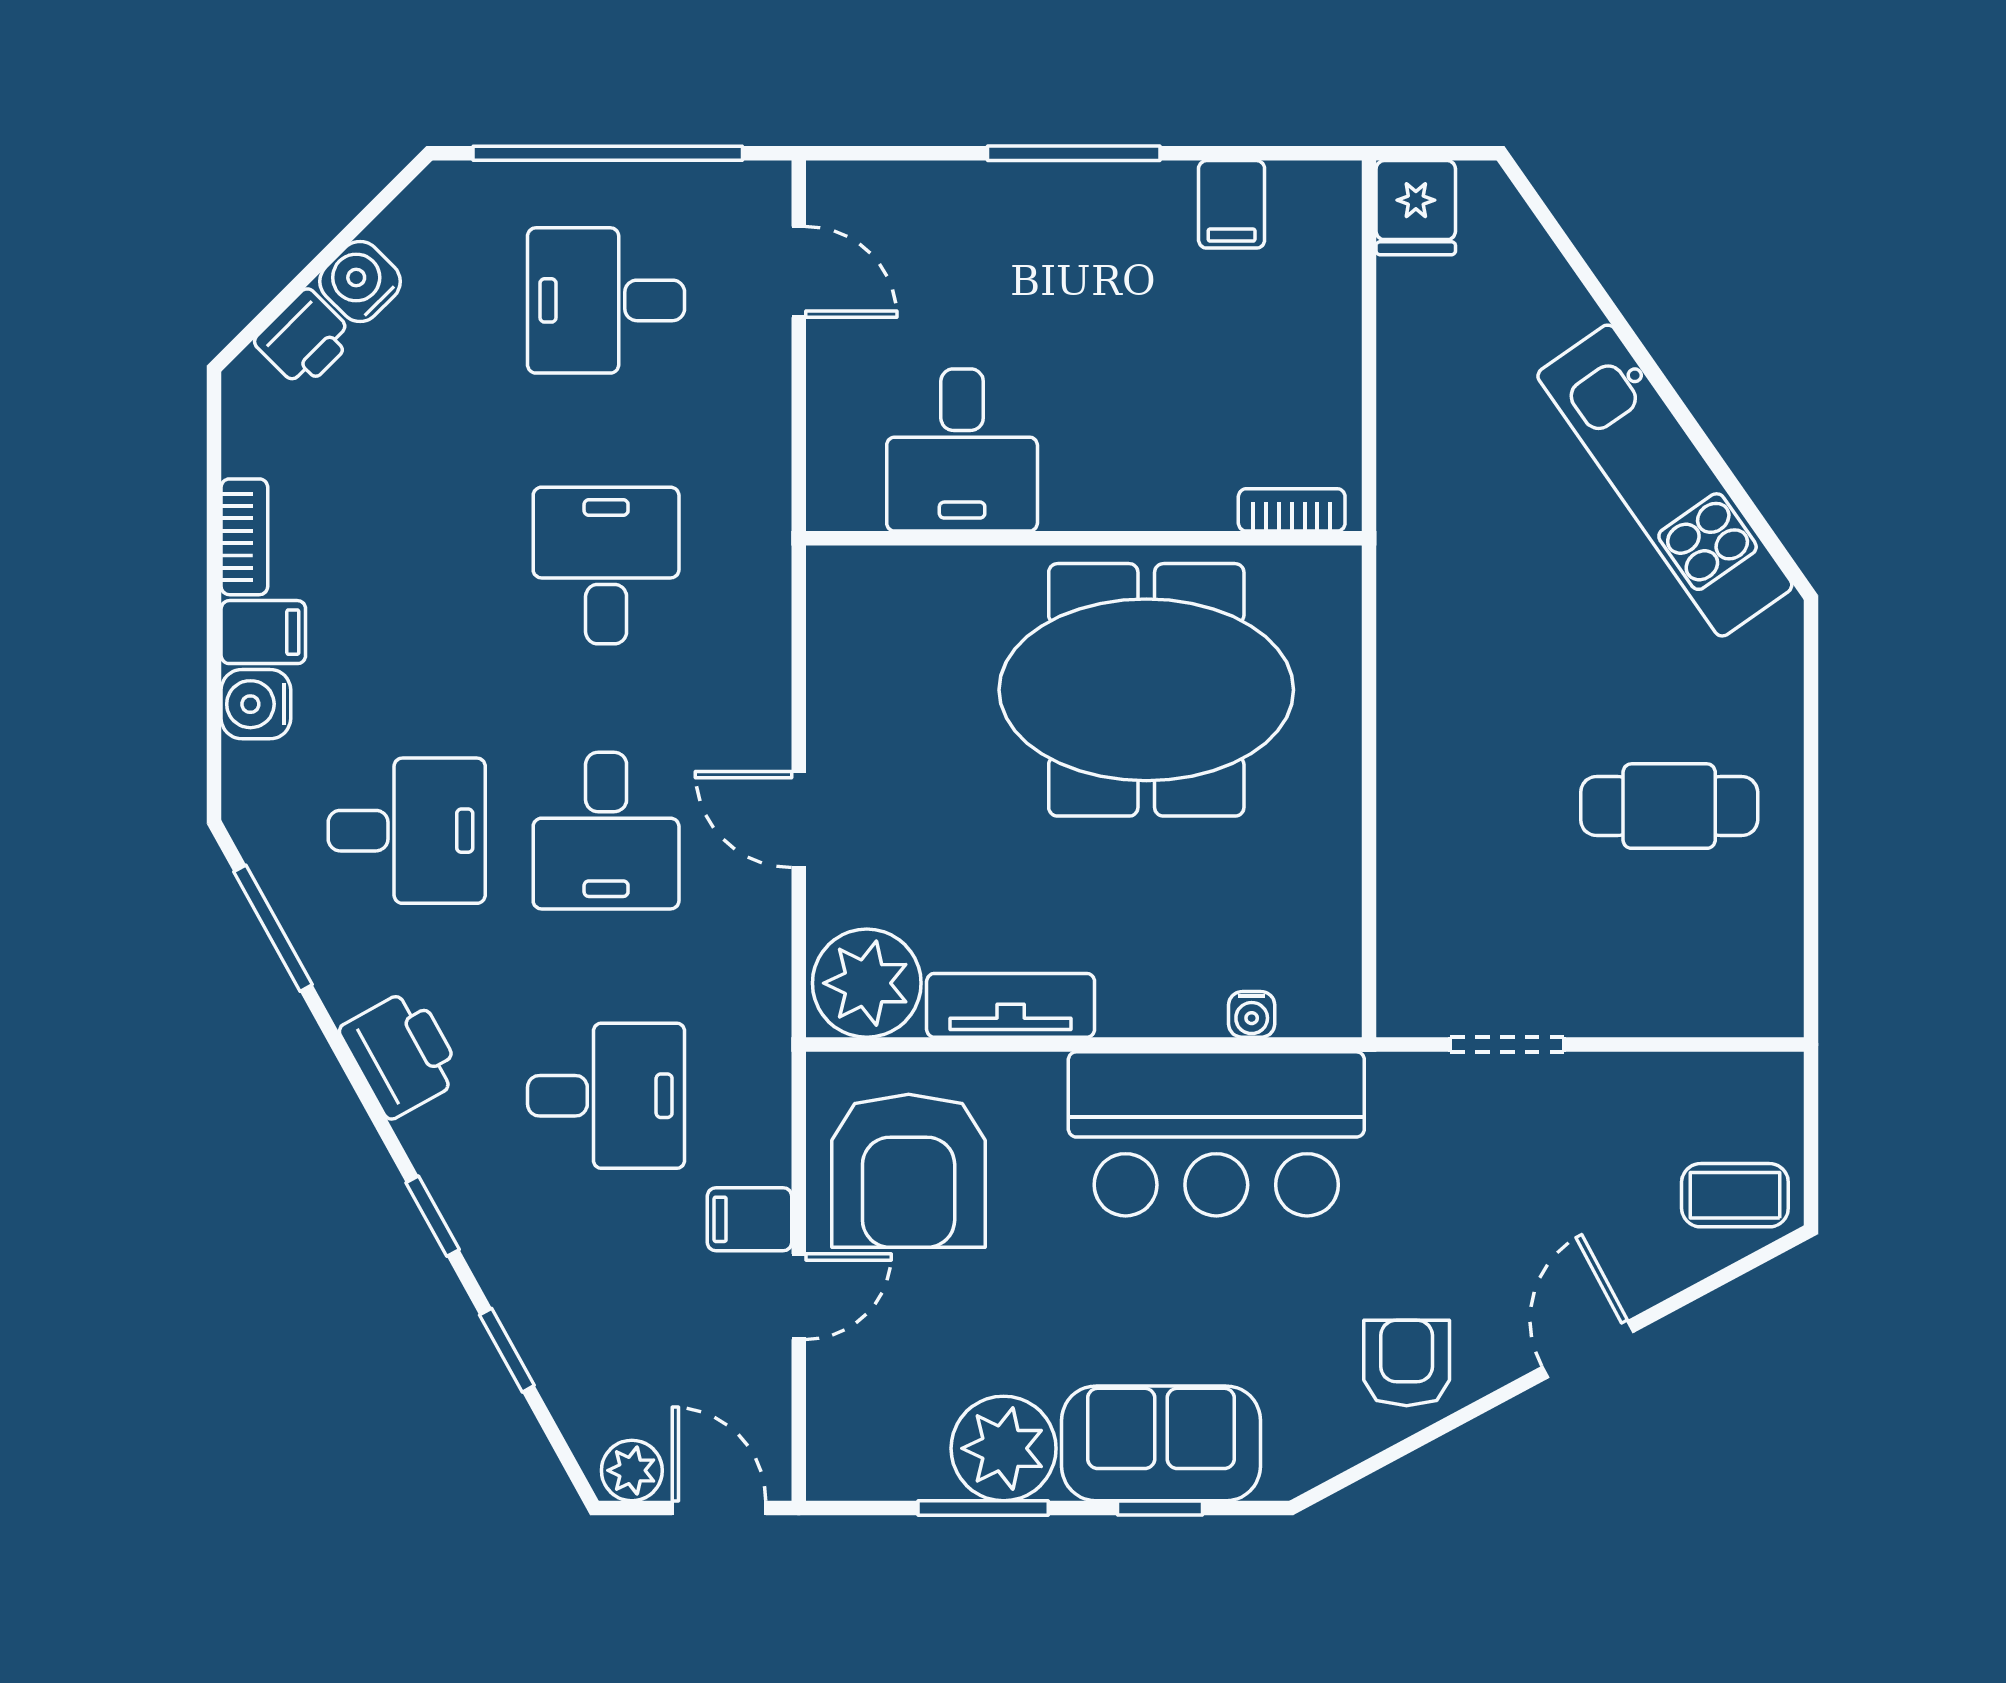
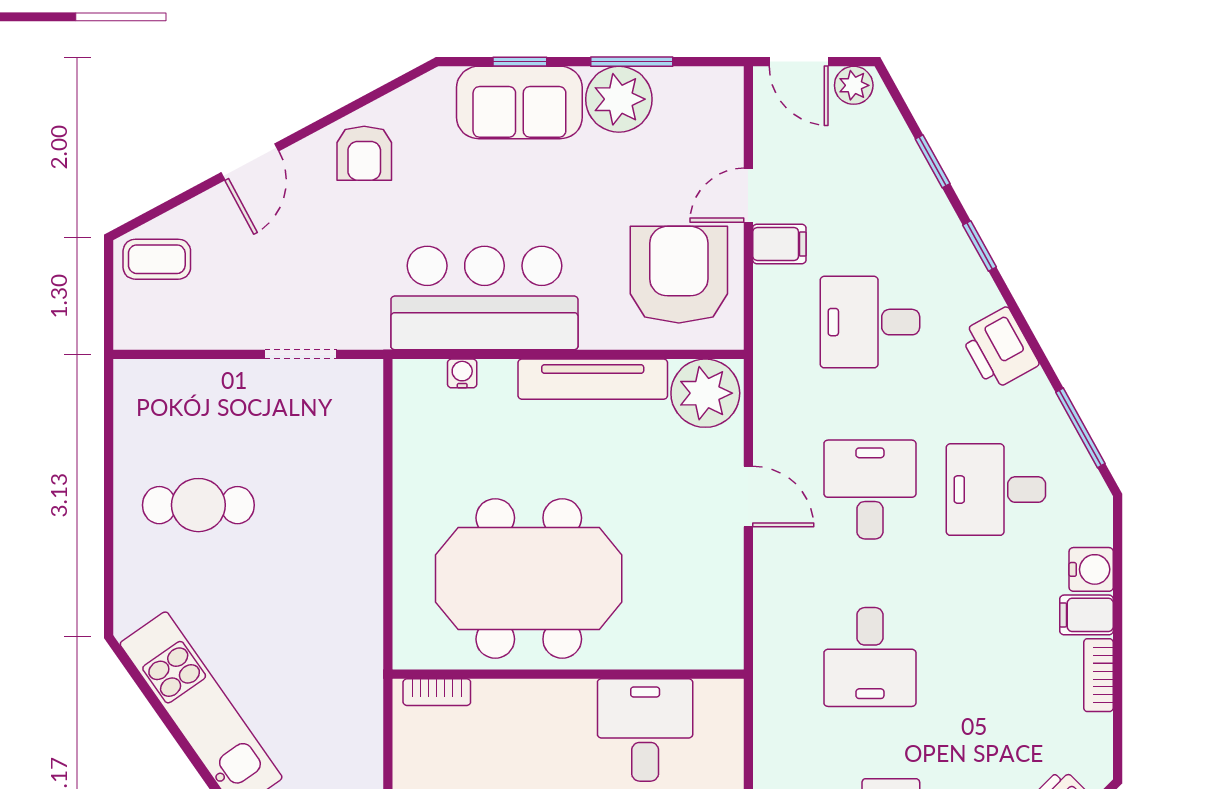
tv unit: (1011, 1005) -> (593, 379), width x1.41

